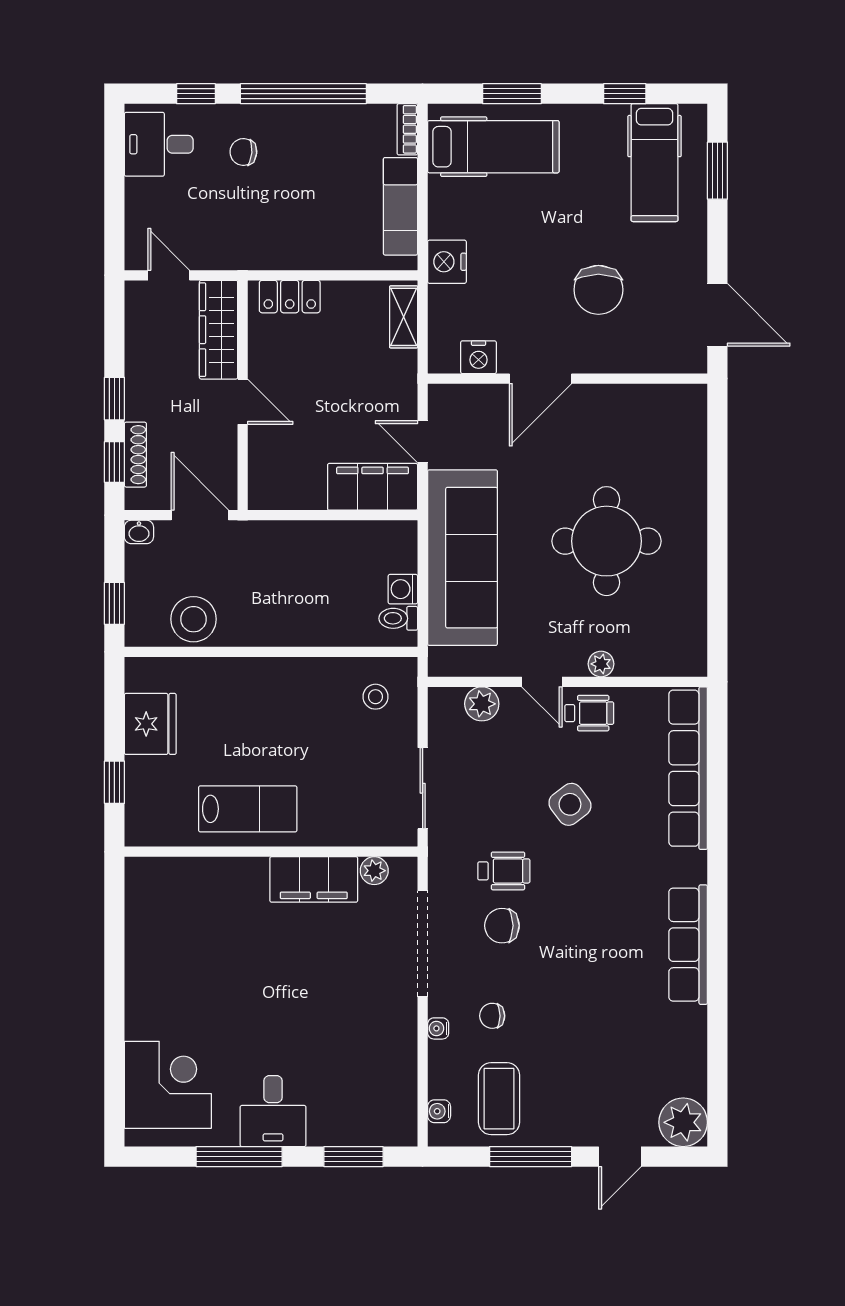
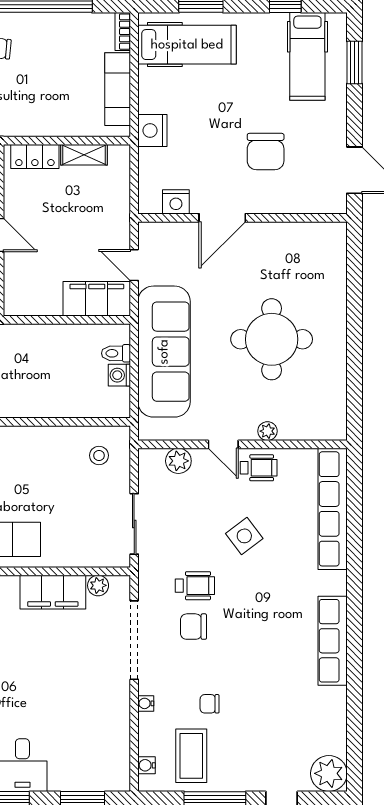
shelving: (404, 317) -> (84, 155), moved, turned 90
toilet: (398, 618) -> (116, 353), moved
chair: (492, 1016) -> (210, 704), moved

